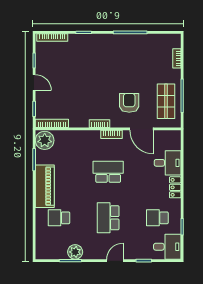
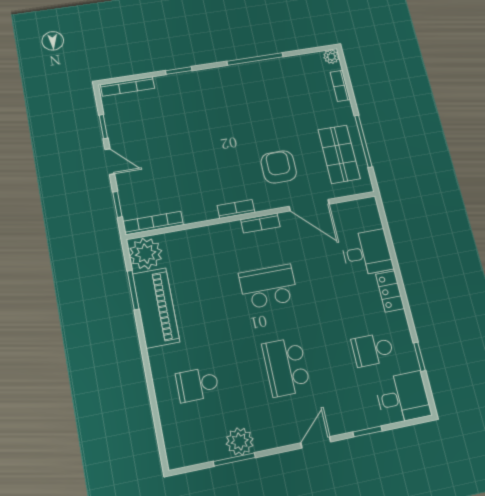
plant: (176, 38) -> (331, 57), added
piano: (45, 186) -> (156, 308), moved

